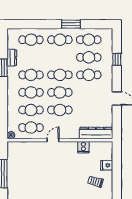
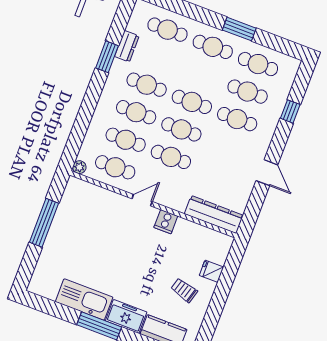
cooker: (83, 147) -> (166, 222), moved

